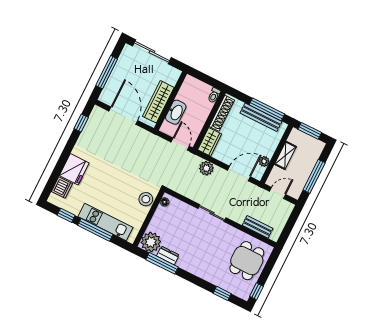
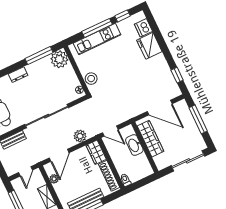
sliding door: (212, 213) -> (47, 116), width x1.86
dresser: (168, 255) -> (18, 75), moved

